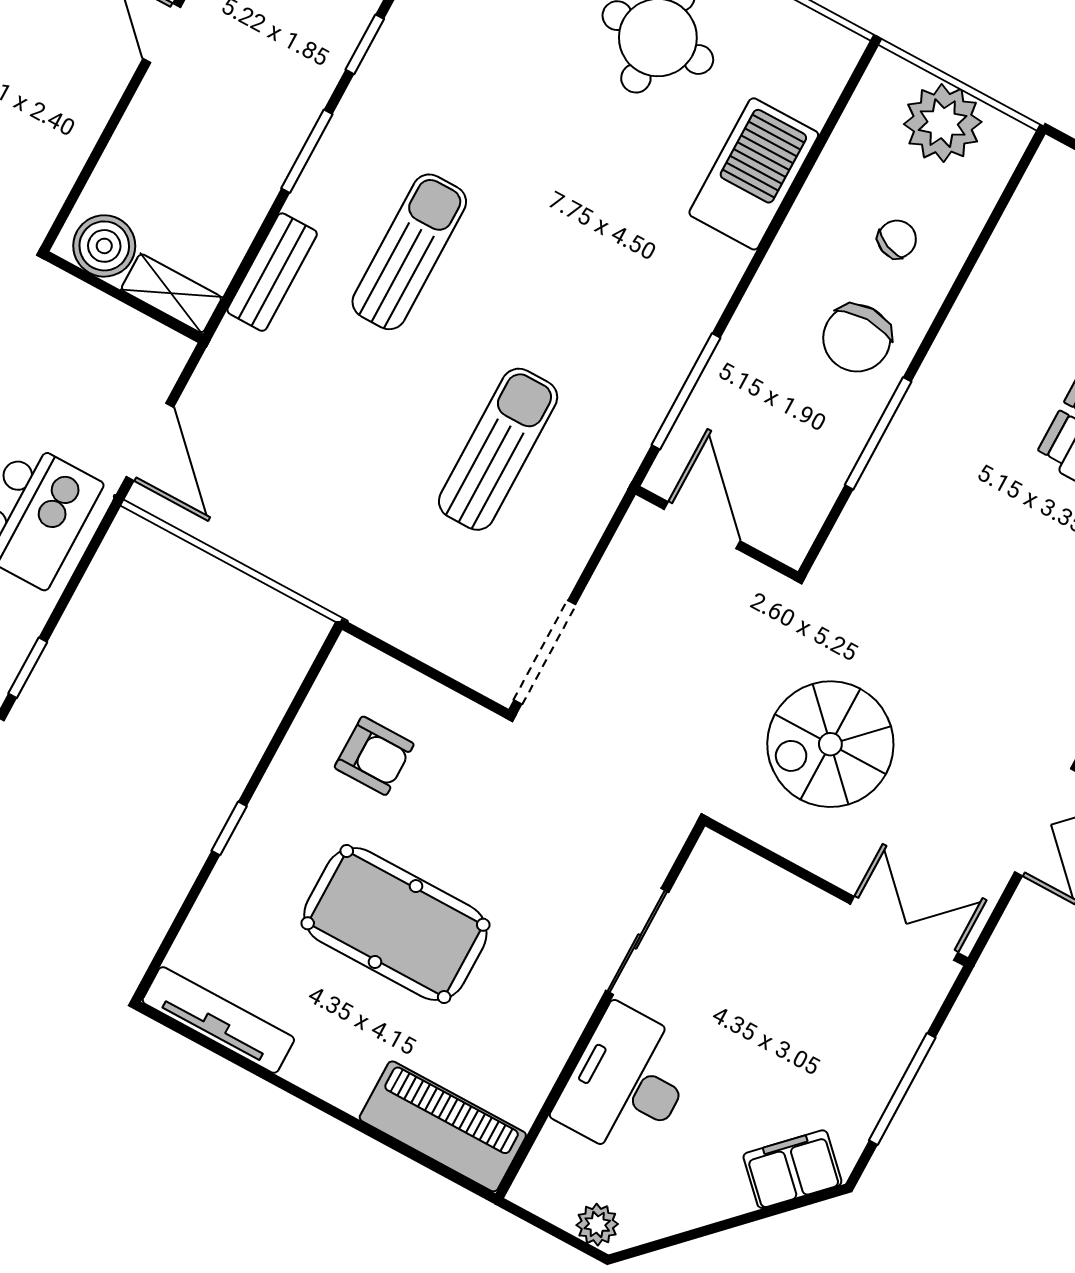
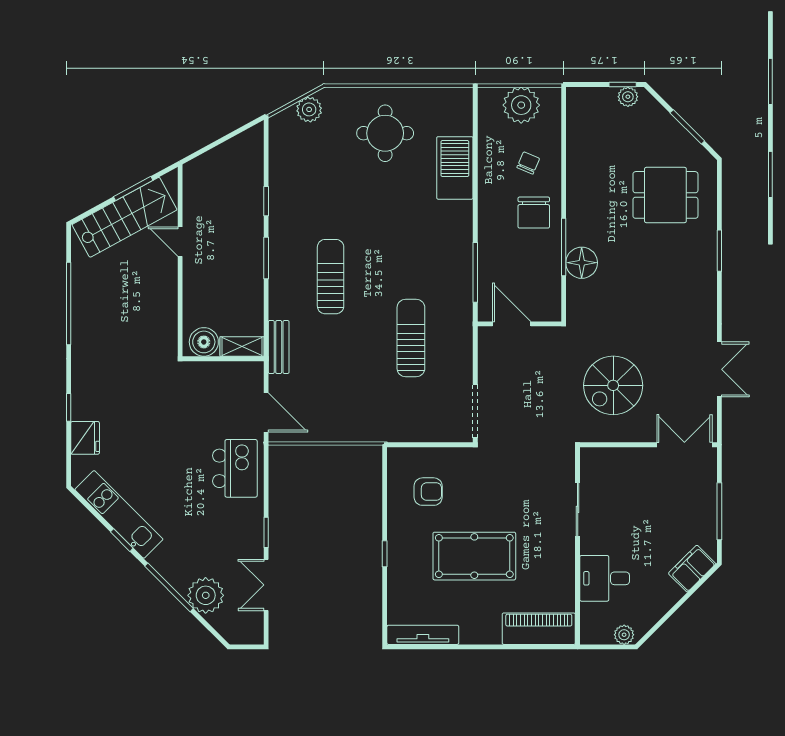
bench: (272, 272) -> (279, 347), moved
floor lamp: (896, 481) -> (582, 263), added
desk: (627, 1083) -> (605, 578), width x0.73

